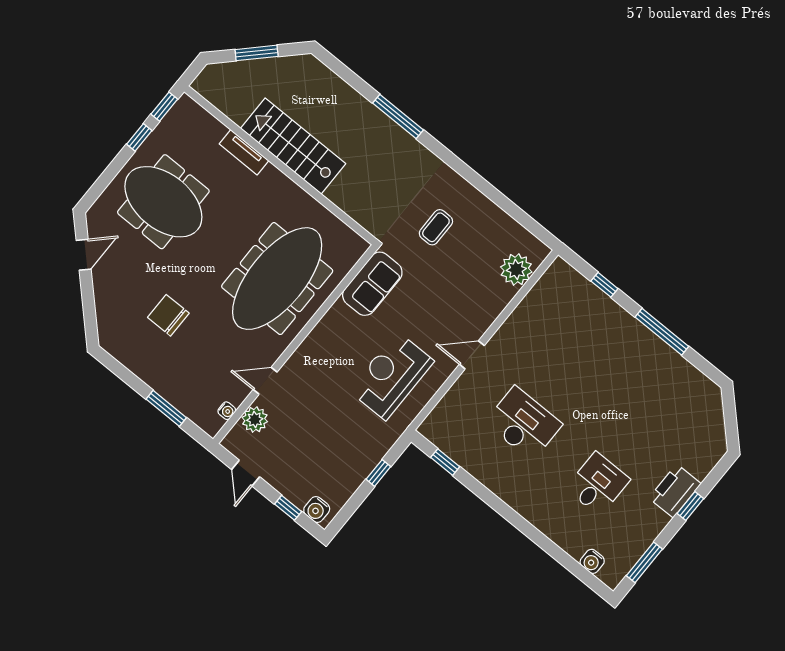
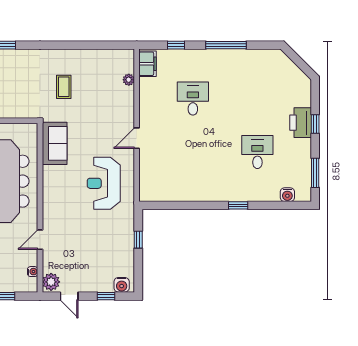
plant: (516, 269) -> (129, 80), width x0.53, depth x0.53
filing cabinet: (554, 279) -> (148, 64), added
plant: (255, 420) -> (51, 282), moved
desk: (523, 423) -> (193, 99), moved, width x0.73
window: (445, 462) -> (238, 205), moved

